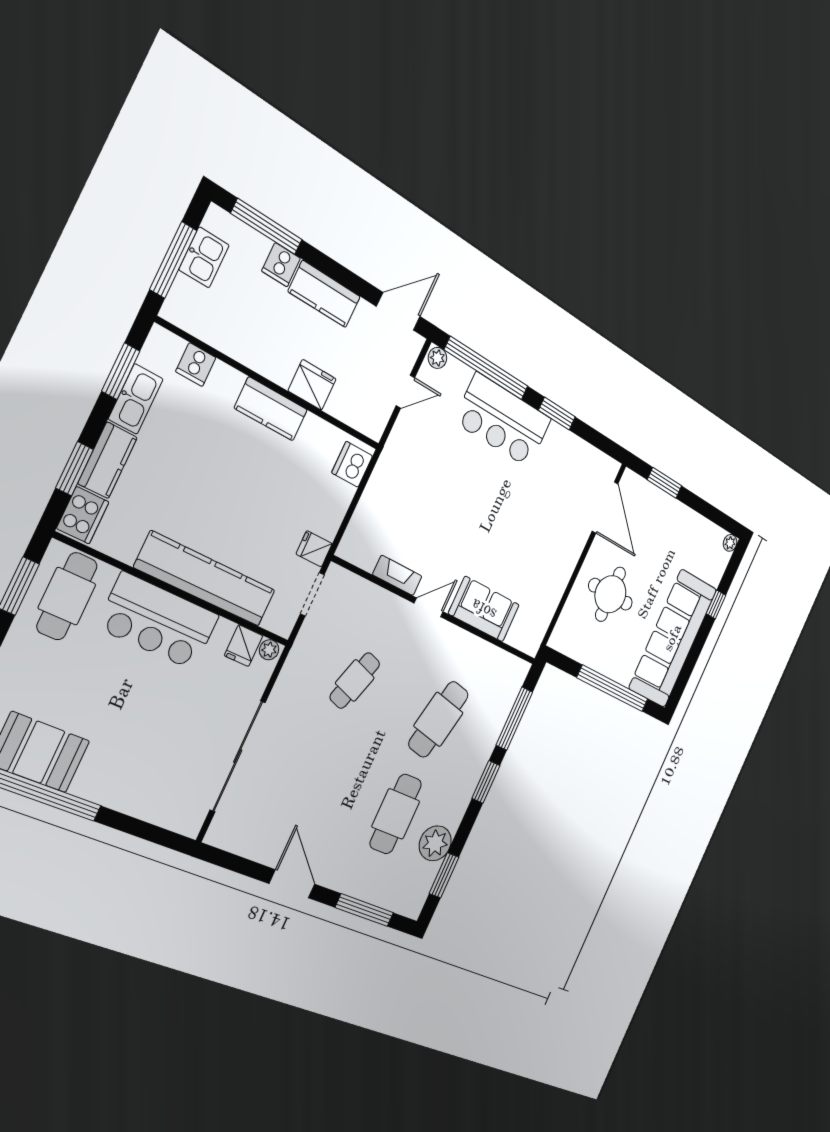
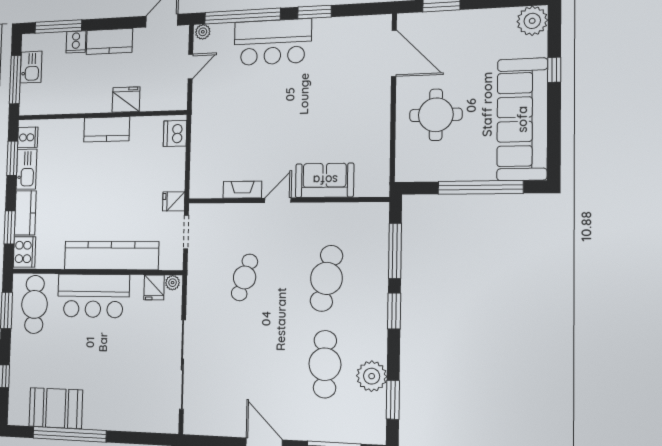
cooker: (196, 364) -> (28, 137), moved, turned -90
plant: (730, 543) -> (532, 21), width x1.88, depth x1.88

